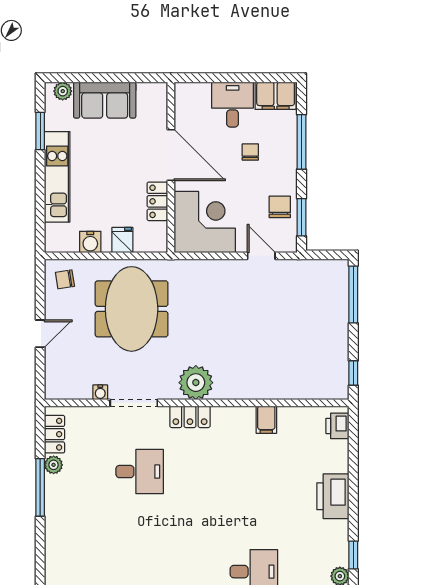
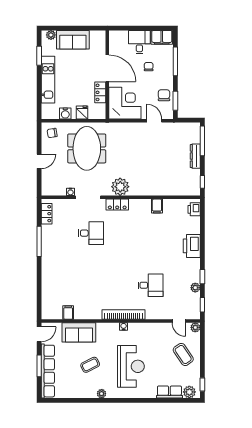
dresser: (340, 324) -> (195, 156), added
plant: (54, 465) -> (46, 230), removed

